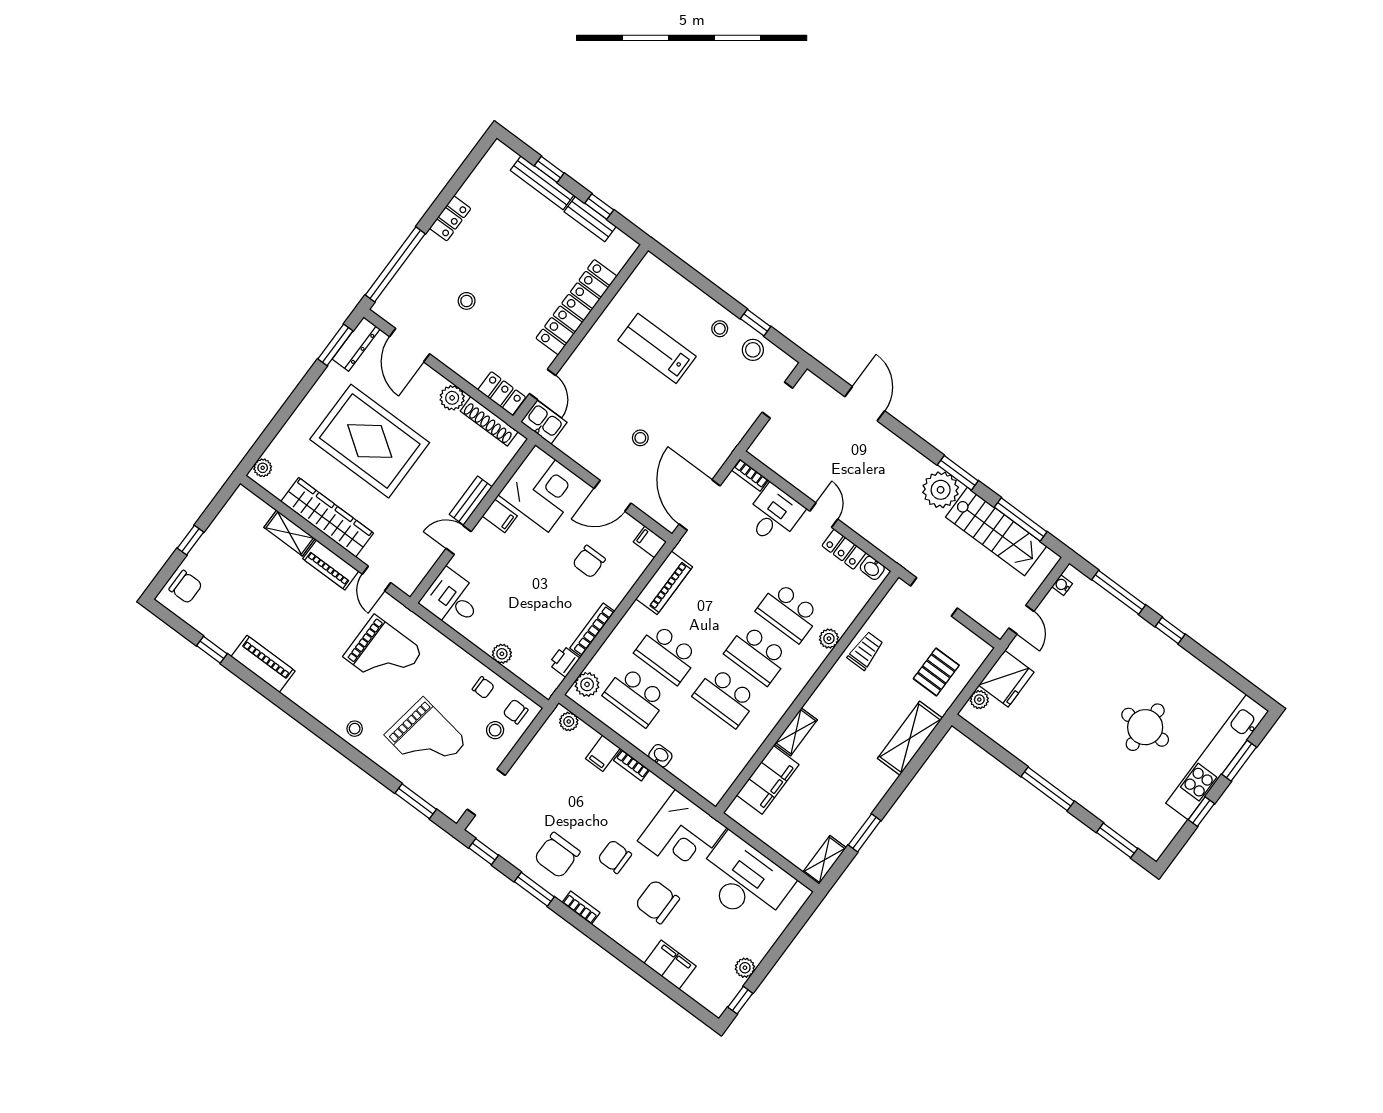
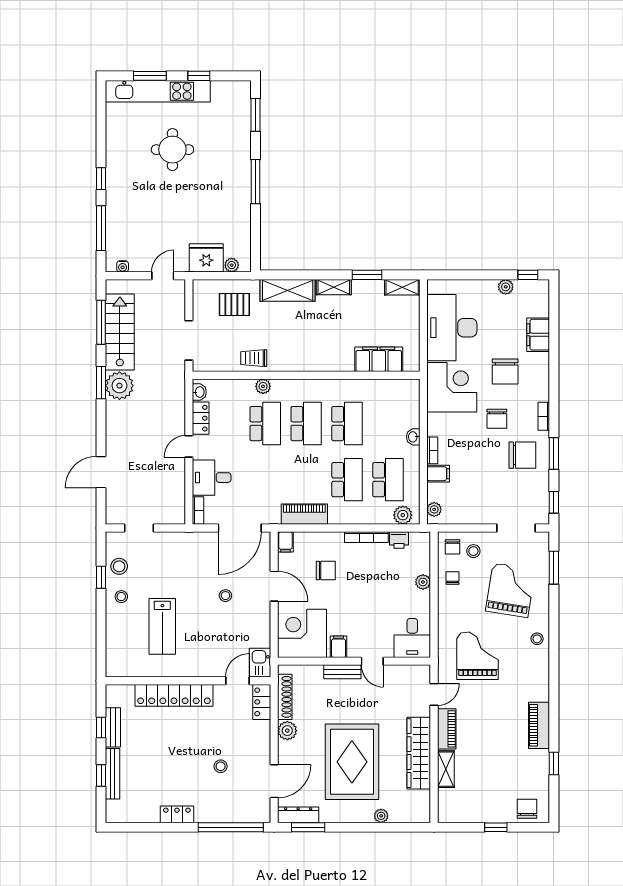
plant: (263, 468) -> (381, 816), moved
shelving: (796, 732) -> (334, 287), moved

